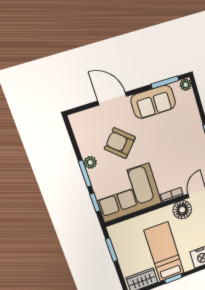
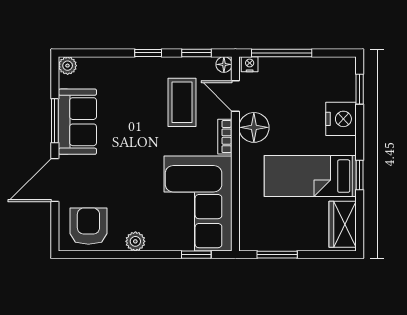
window: (165, 82) -> (55, 121), moved
armchair: (120, 143) -> (88, 226), moved, turned 138
coffee table: (184, 163) -> (182, 102), added
window: (85, 174) -> (149, 255), removed

